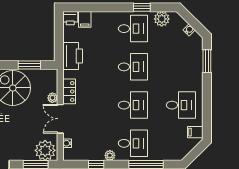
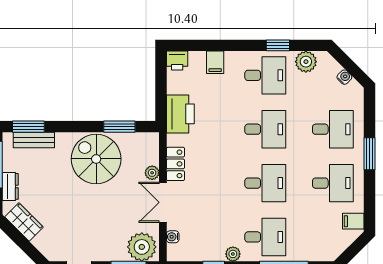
filing cabinet: (85, 19) -> (215, 62), moved
window: (207, 61) -> (370, 154), moved
desk: (181, 67) -> (333, 129), added

